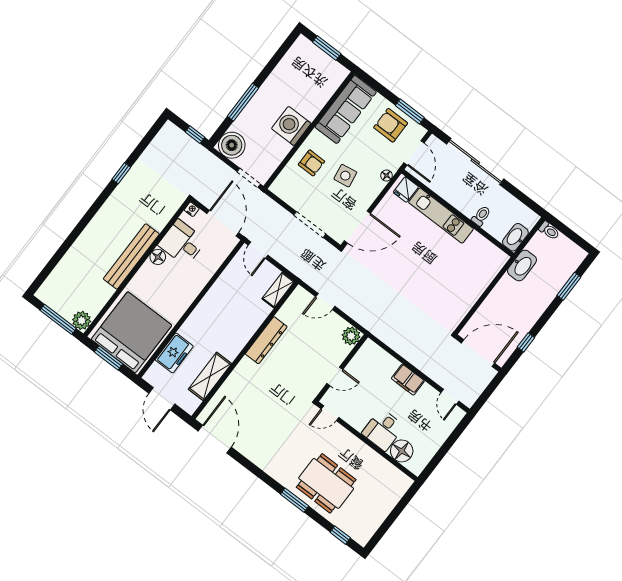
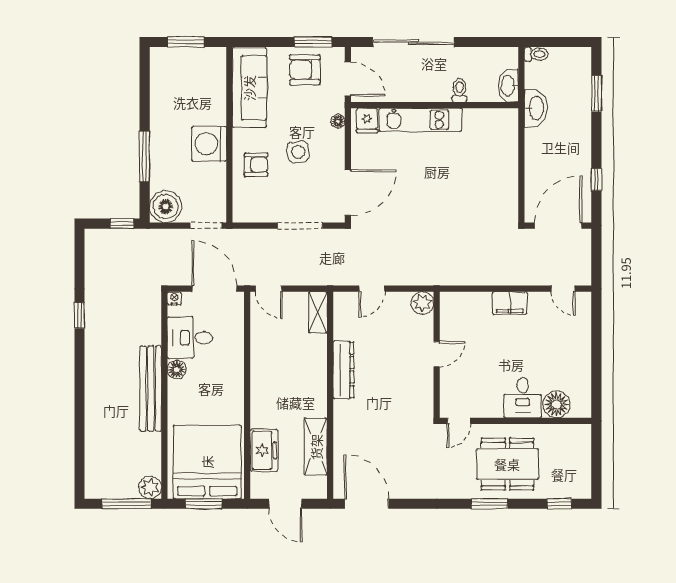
door: (330, 413) -> (459, 421), moved
desk: (383, 430) -> (523, 398), moved
wall: (367, 441) -> (516, 421), moved
floor lamp: (402, 451) -> (557, 404), moved

